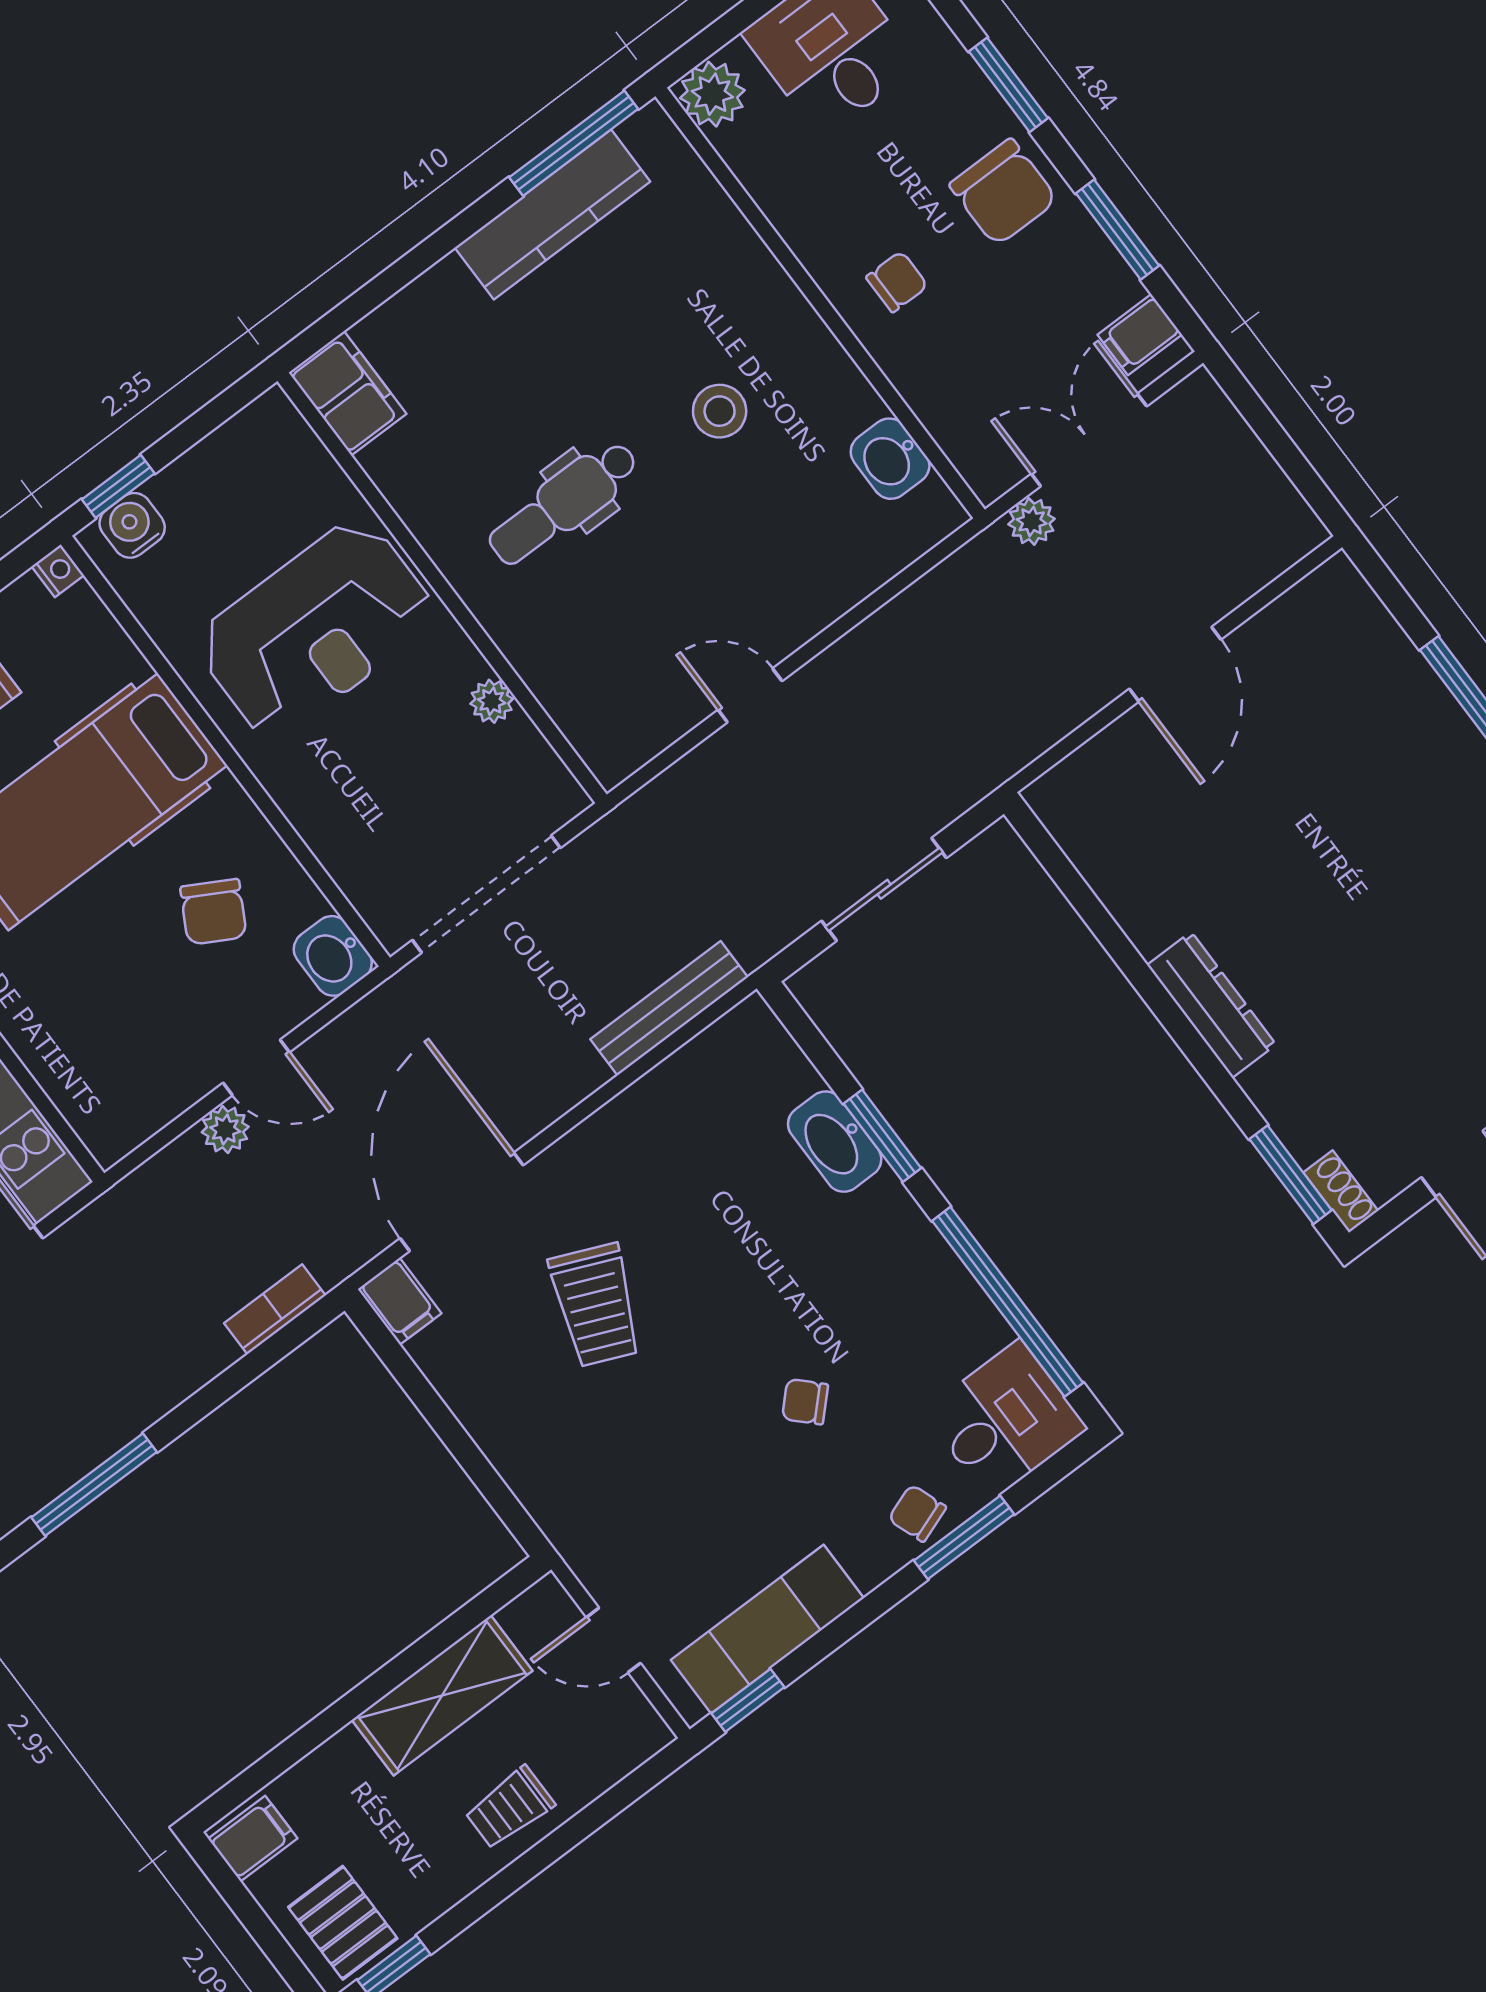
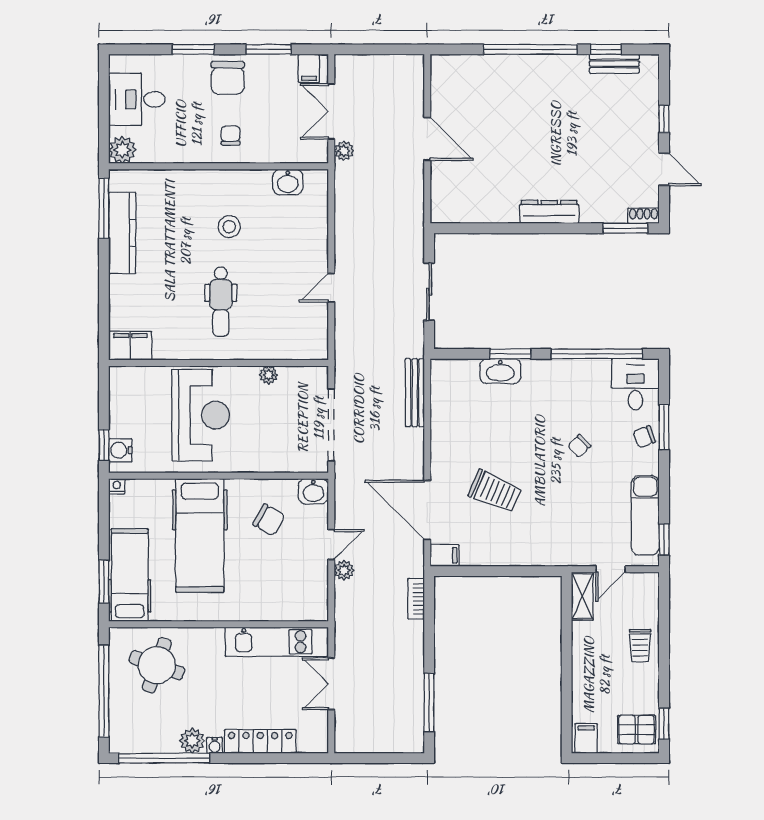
chair: (1003, 192) -> (228, 78), turned 90
shelving: (442, 1695) -> (582, 596), moved, width x0.67, depth x0.75

